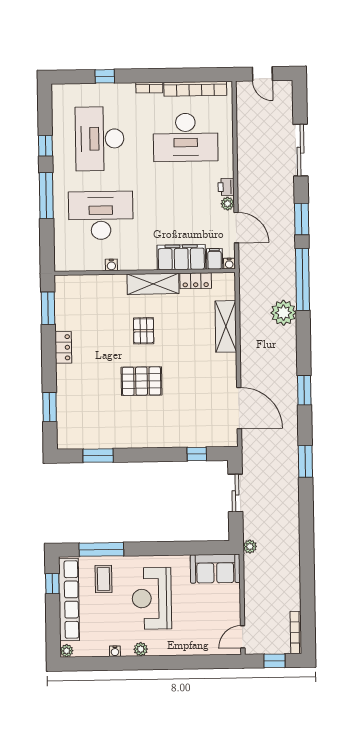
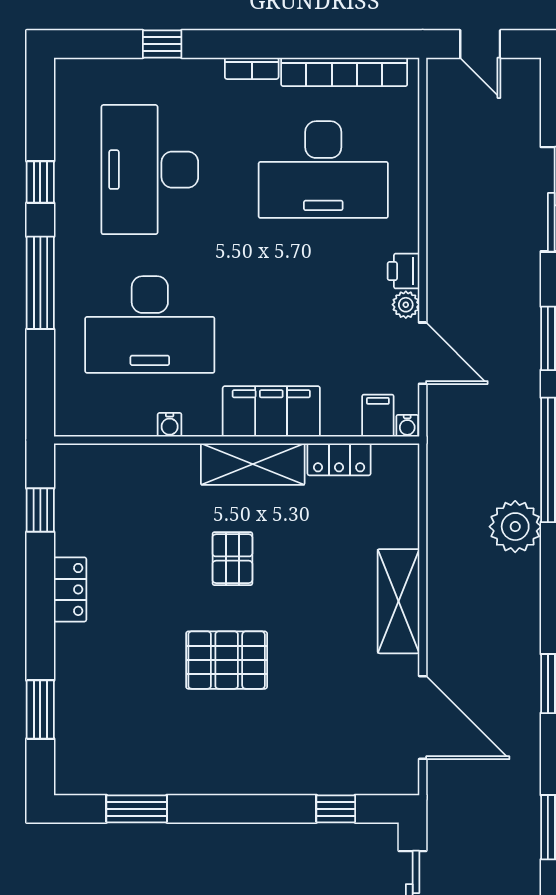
desk: (101, 215) -> (150, 325), turned 180
filing cabinet: (181, 257) -> (271, 411), moved
window: (48, 308) -> (40, 510), width x0.67
shelving: (226, 326) -> (398, 601), moved

